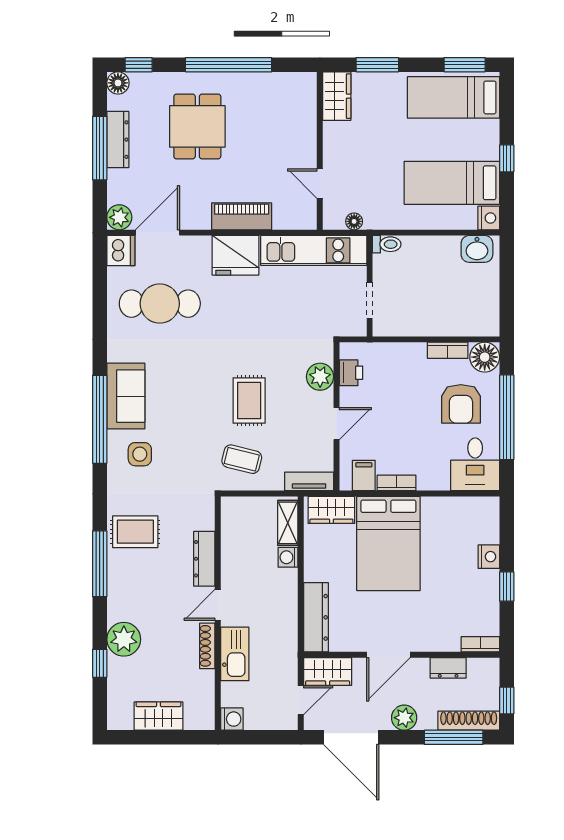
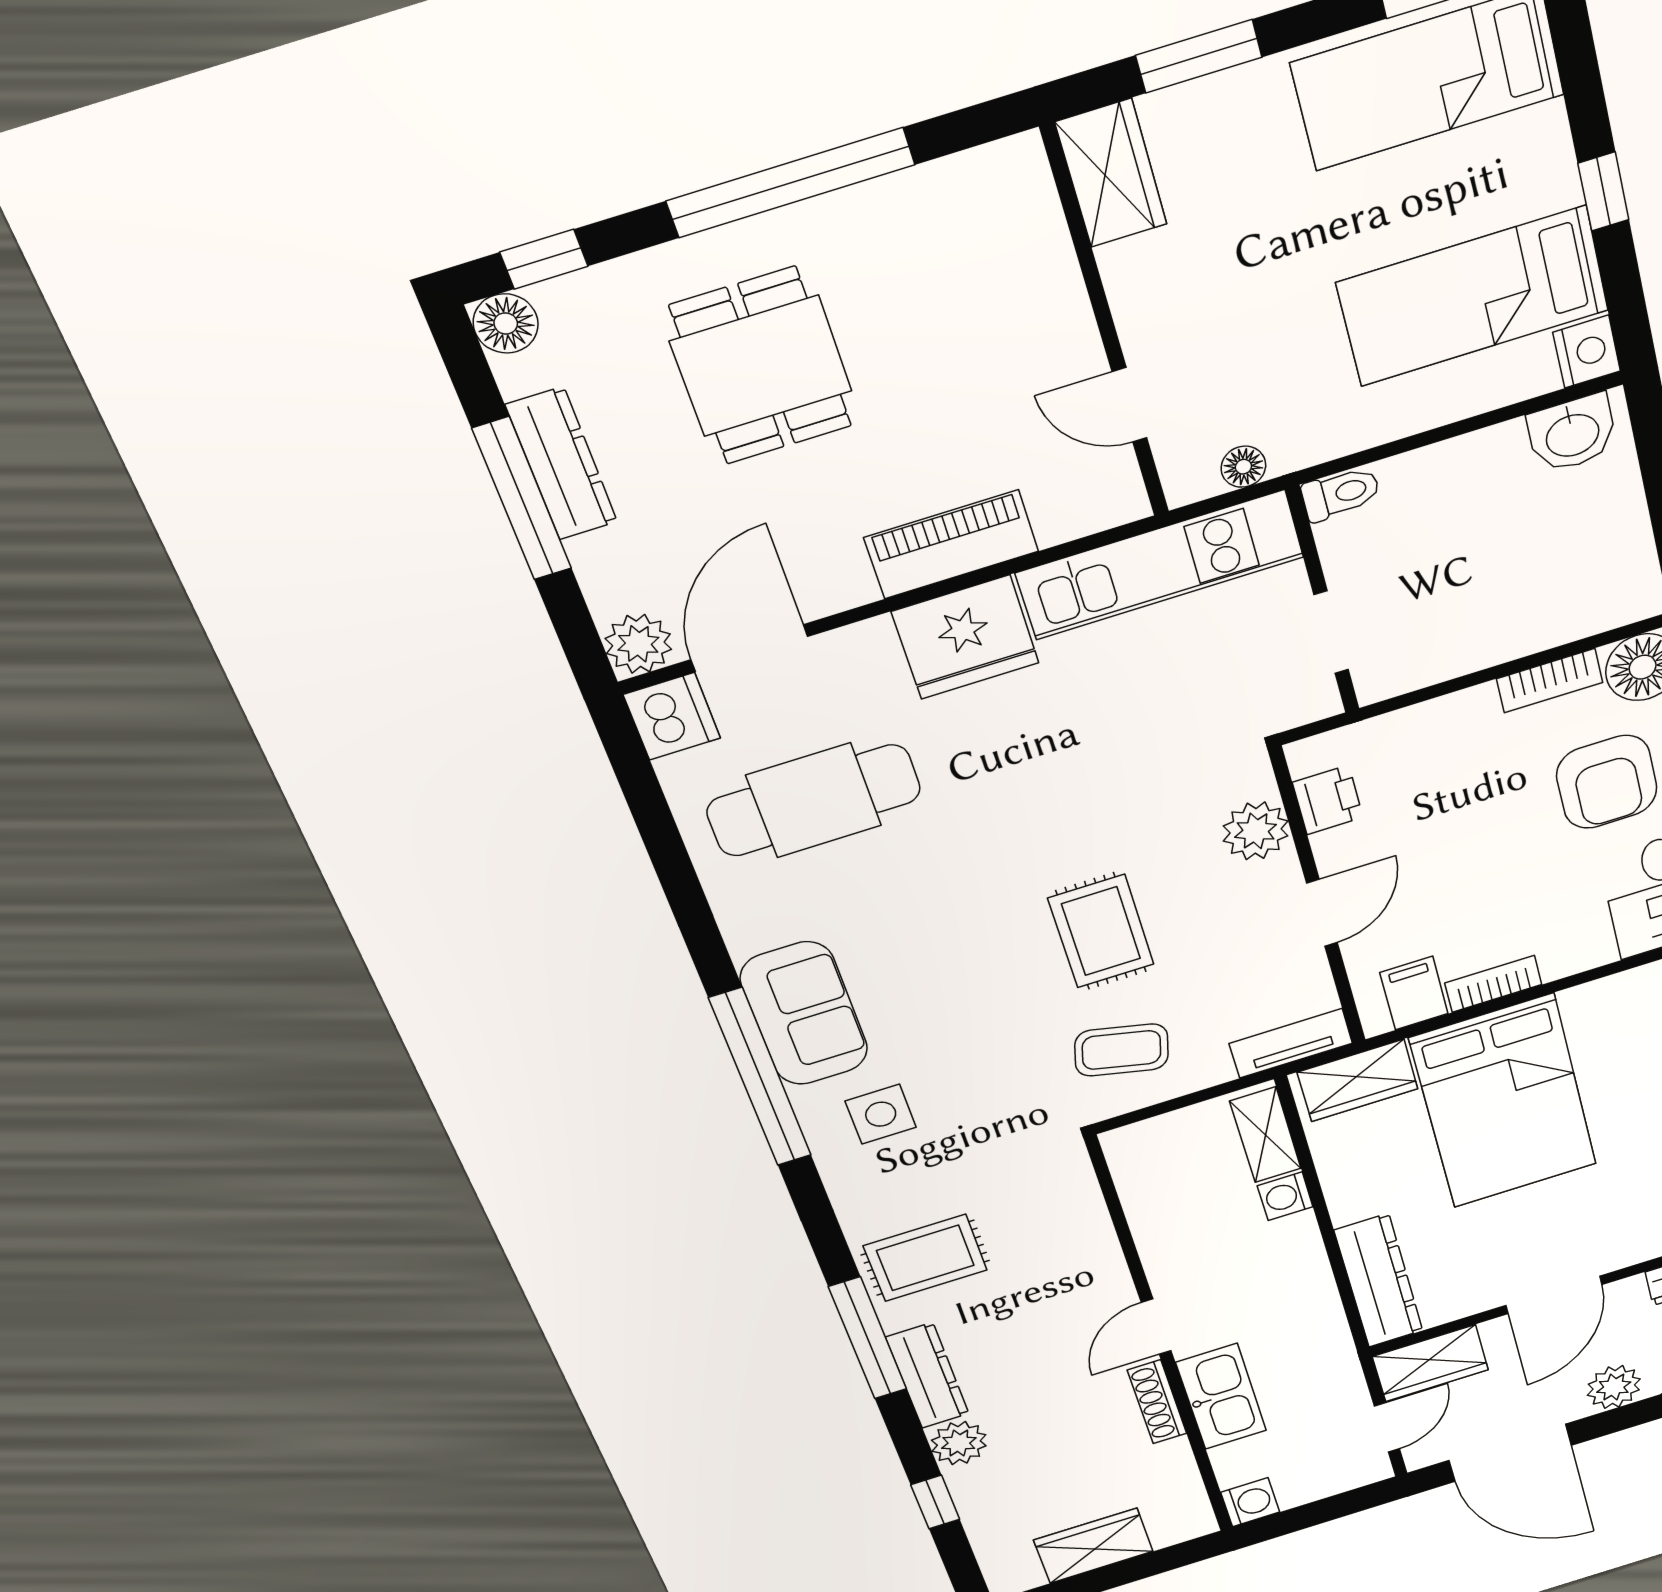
dresser: (204, 559) -> (927, 1376), moved, turned 180
plant: (124, 639) -> (959, 1443), width x0.73, depth x0.73

